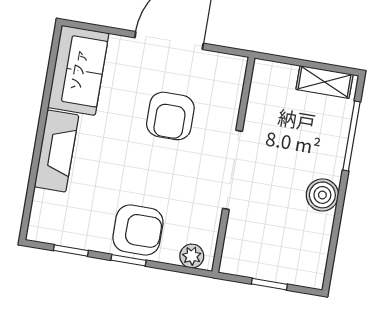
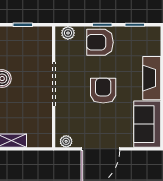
plant: (228, 64) -> (66, 141), added
armchair: (170, 116) -> (103, 91), moved

